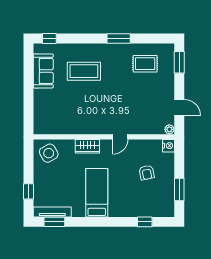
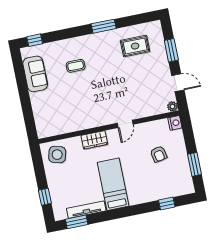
window: (179, 62) -> (171, 50), moved
coffee table: (84, 71) -> (76, 66), width x0.54, depth x0.58
side table: (49, 153) -> (57, 155), turned 45
tv unit: (52, 212) -> (86, 210), moved

